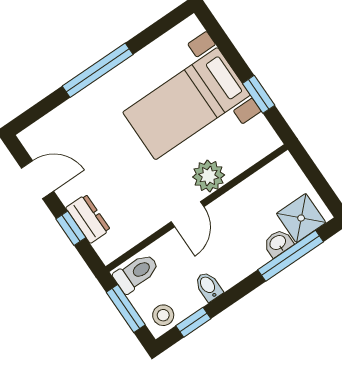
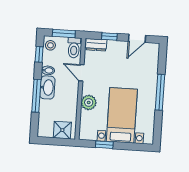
door: (188, 214) -> (81, 73), moved
shower: (301, 218) -> (62, 130), moved
dresser: (88, 219) -> (96, 45), moved
washbasin: (278, 243) -> (47, 87), moved, width x1.91, depth x1.45
window: (291, 256) -> (36, 96), moved

